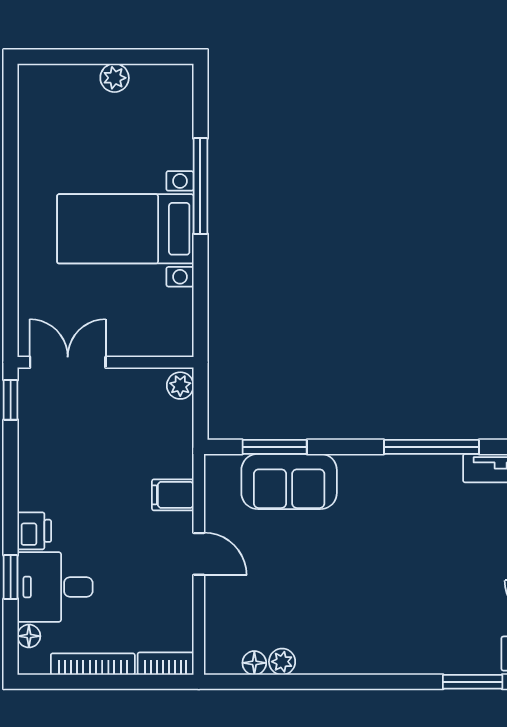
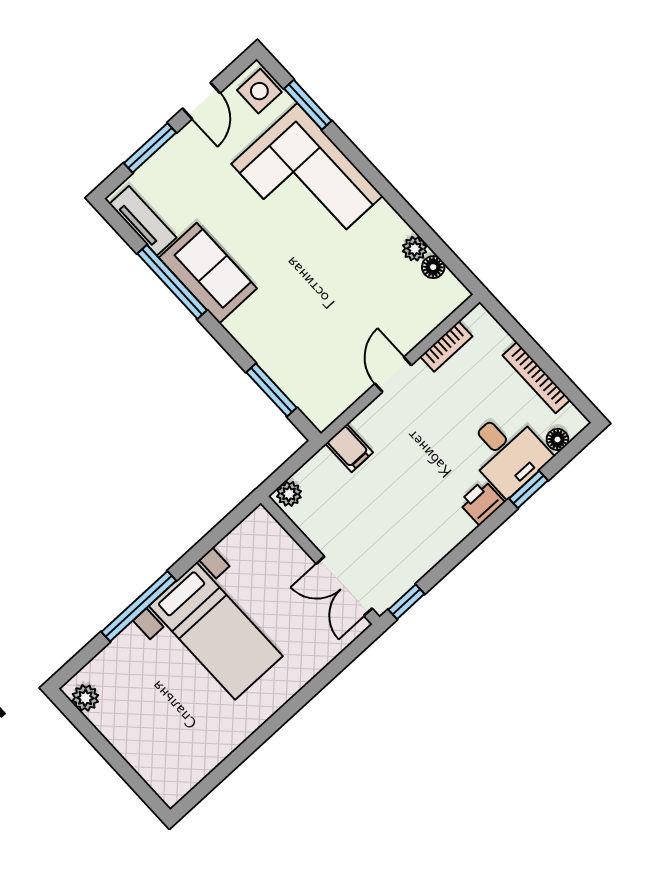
plant: (115, 78) -> (85, 698), moved
sofa: (289, 481) -> (208, 273), moved
filing cabinet: (173, 495) -> (349, 448), moved
corner sofa: (414, 627) -> (307, 180), added
bookcase: (166, 664) -> (446, 346), moved, turned -90

